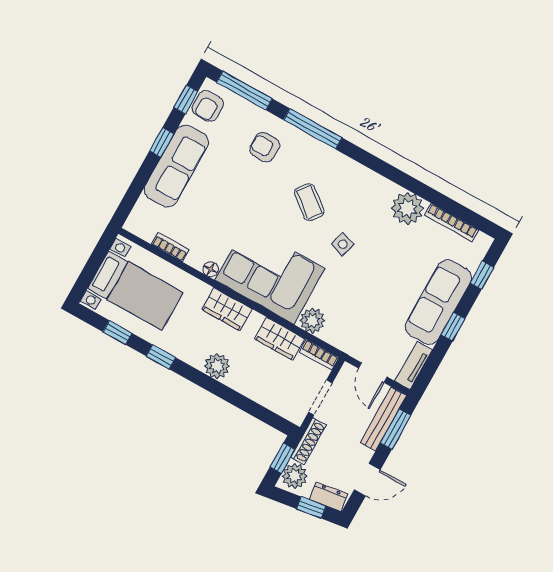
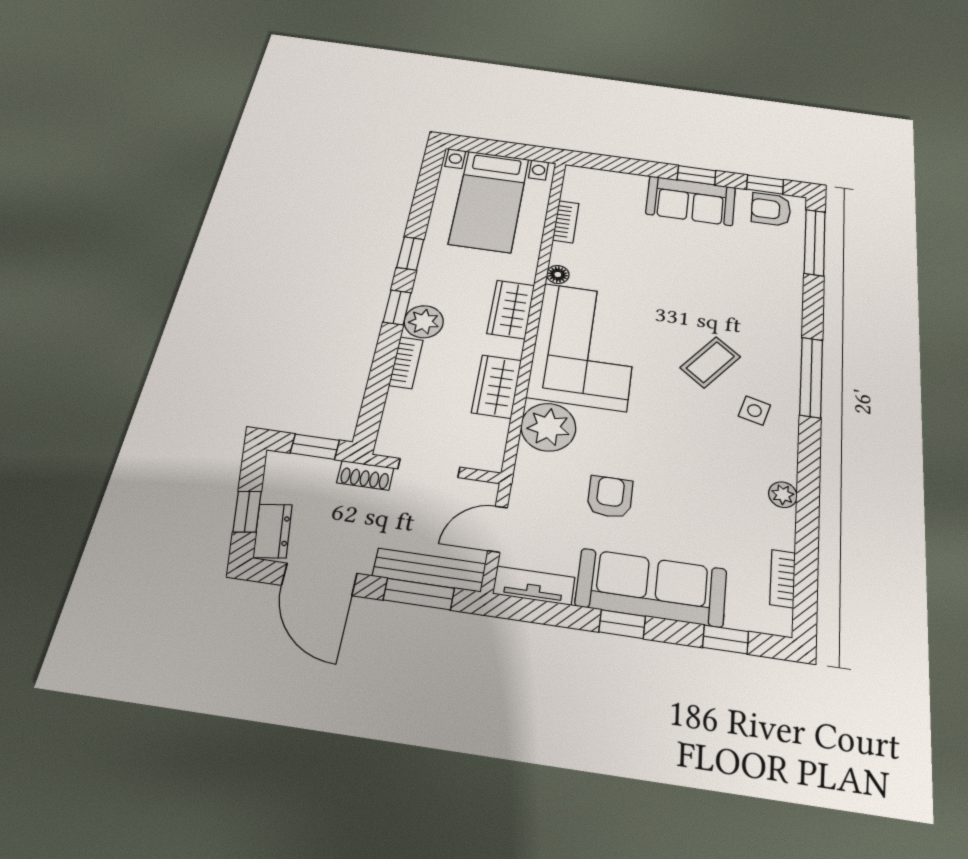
window: (313, 129) -> (811, 377), moved
armchair: (265, 147) -> (610, 497), moved
sofa: (176, 166) -> (691, 201), width x0.73
plant: (407, 208) -> (783, 495), width x0.53, depth x0.53
bookcase: (452, 222) -> (783, 579), width x0.64
side table: (343, 244) -> (754, 411), moved
plant: (312, 321) -> (548, 427), width x1.36, depth x1.36
window: (117, 333) -> (397, 307), moved
bookcase: (319, 355) -> (406, 363), moved, turned 180
shoe rack: (309, 441) -> (365, 475), width x0.70
plant: (295, 476) -> (292, 472), removed
door: (367, 480) -> (319, 579), width x1.38

